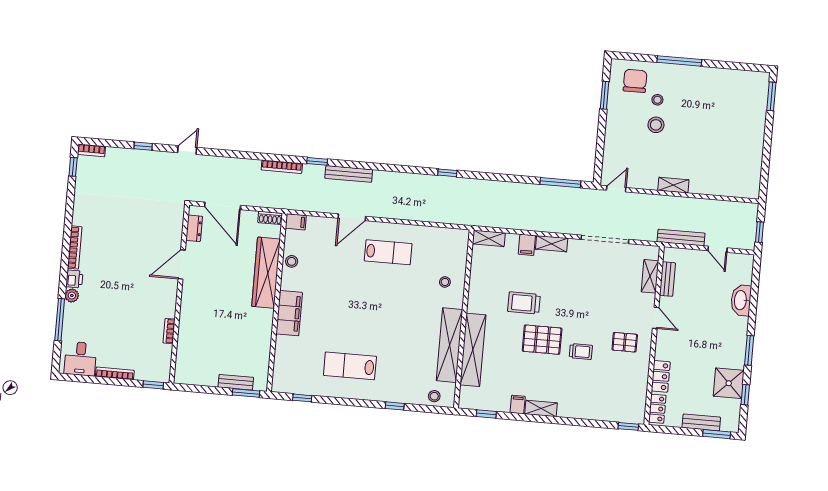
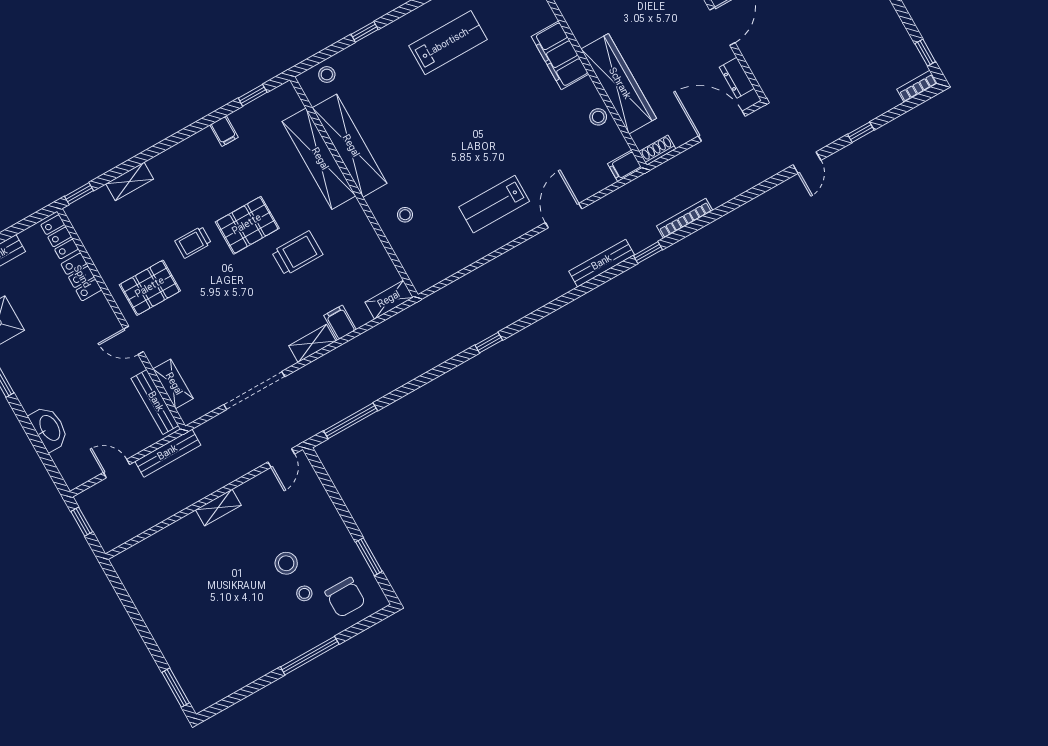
bench: (667, 279) -> (155, 402), width x1.36
pallet: (625, 342) -> (150, 288), width x1.50, depth x1.42
shelving: (541, 408) -> (130, 181), moved

